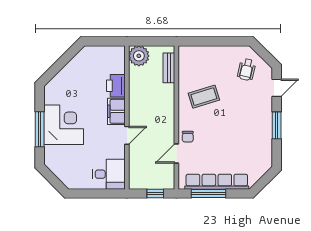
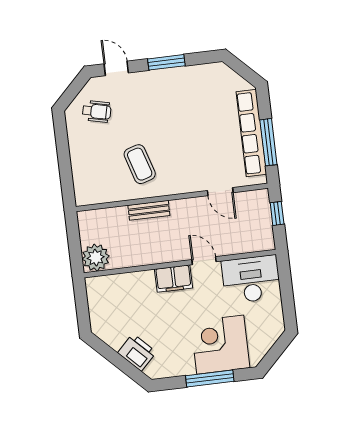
bench: (169, 68) -> (149, 210), moved
printer: (116, 86) -> (137, 352), moved, turned -135
corner desk: (64, 125) -> (220, 345), moved
chair: (188, 137) -> (196, 179), removed
desk: (109, 174) -> (251, 279), width x1.37

